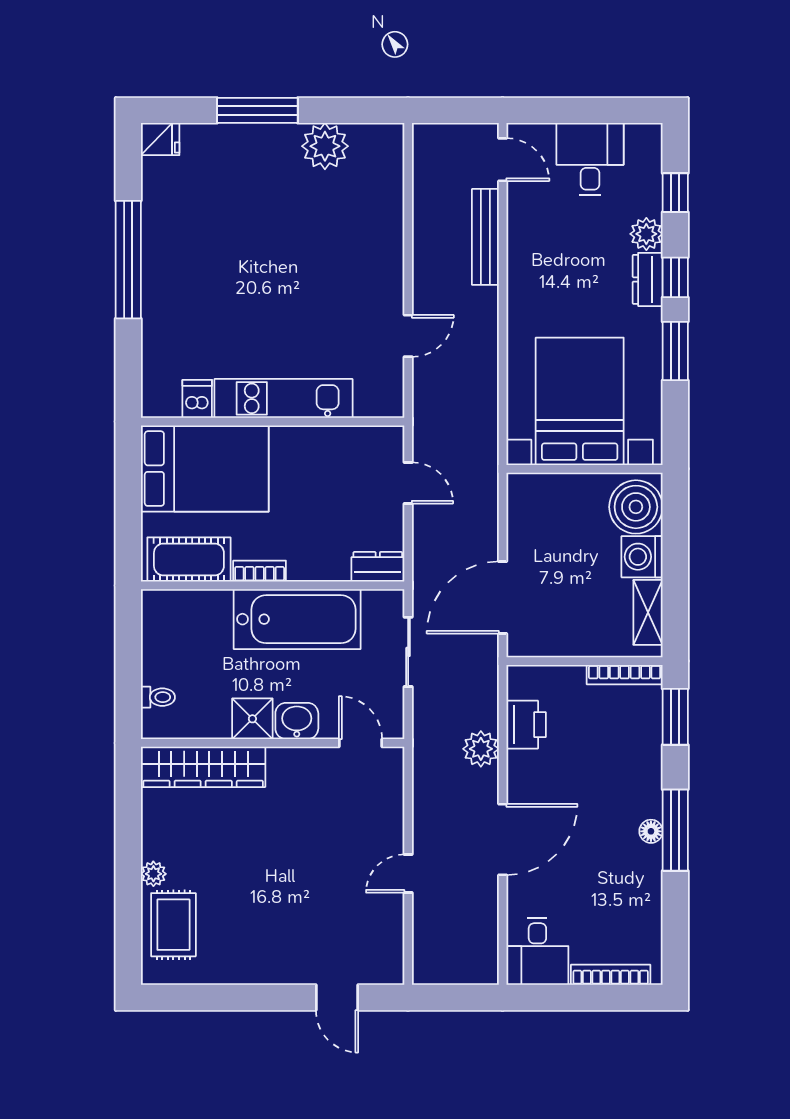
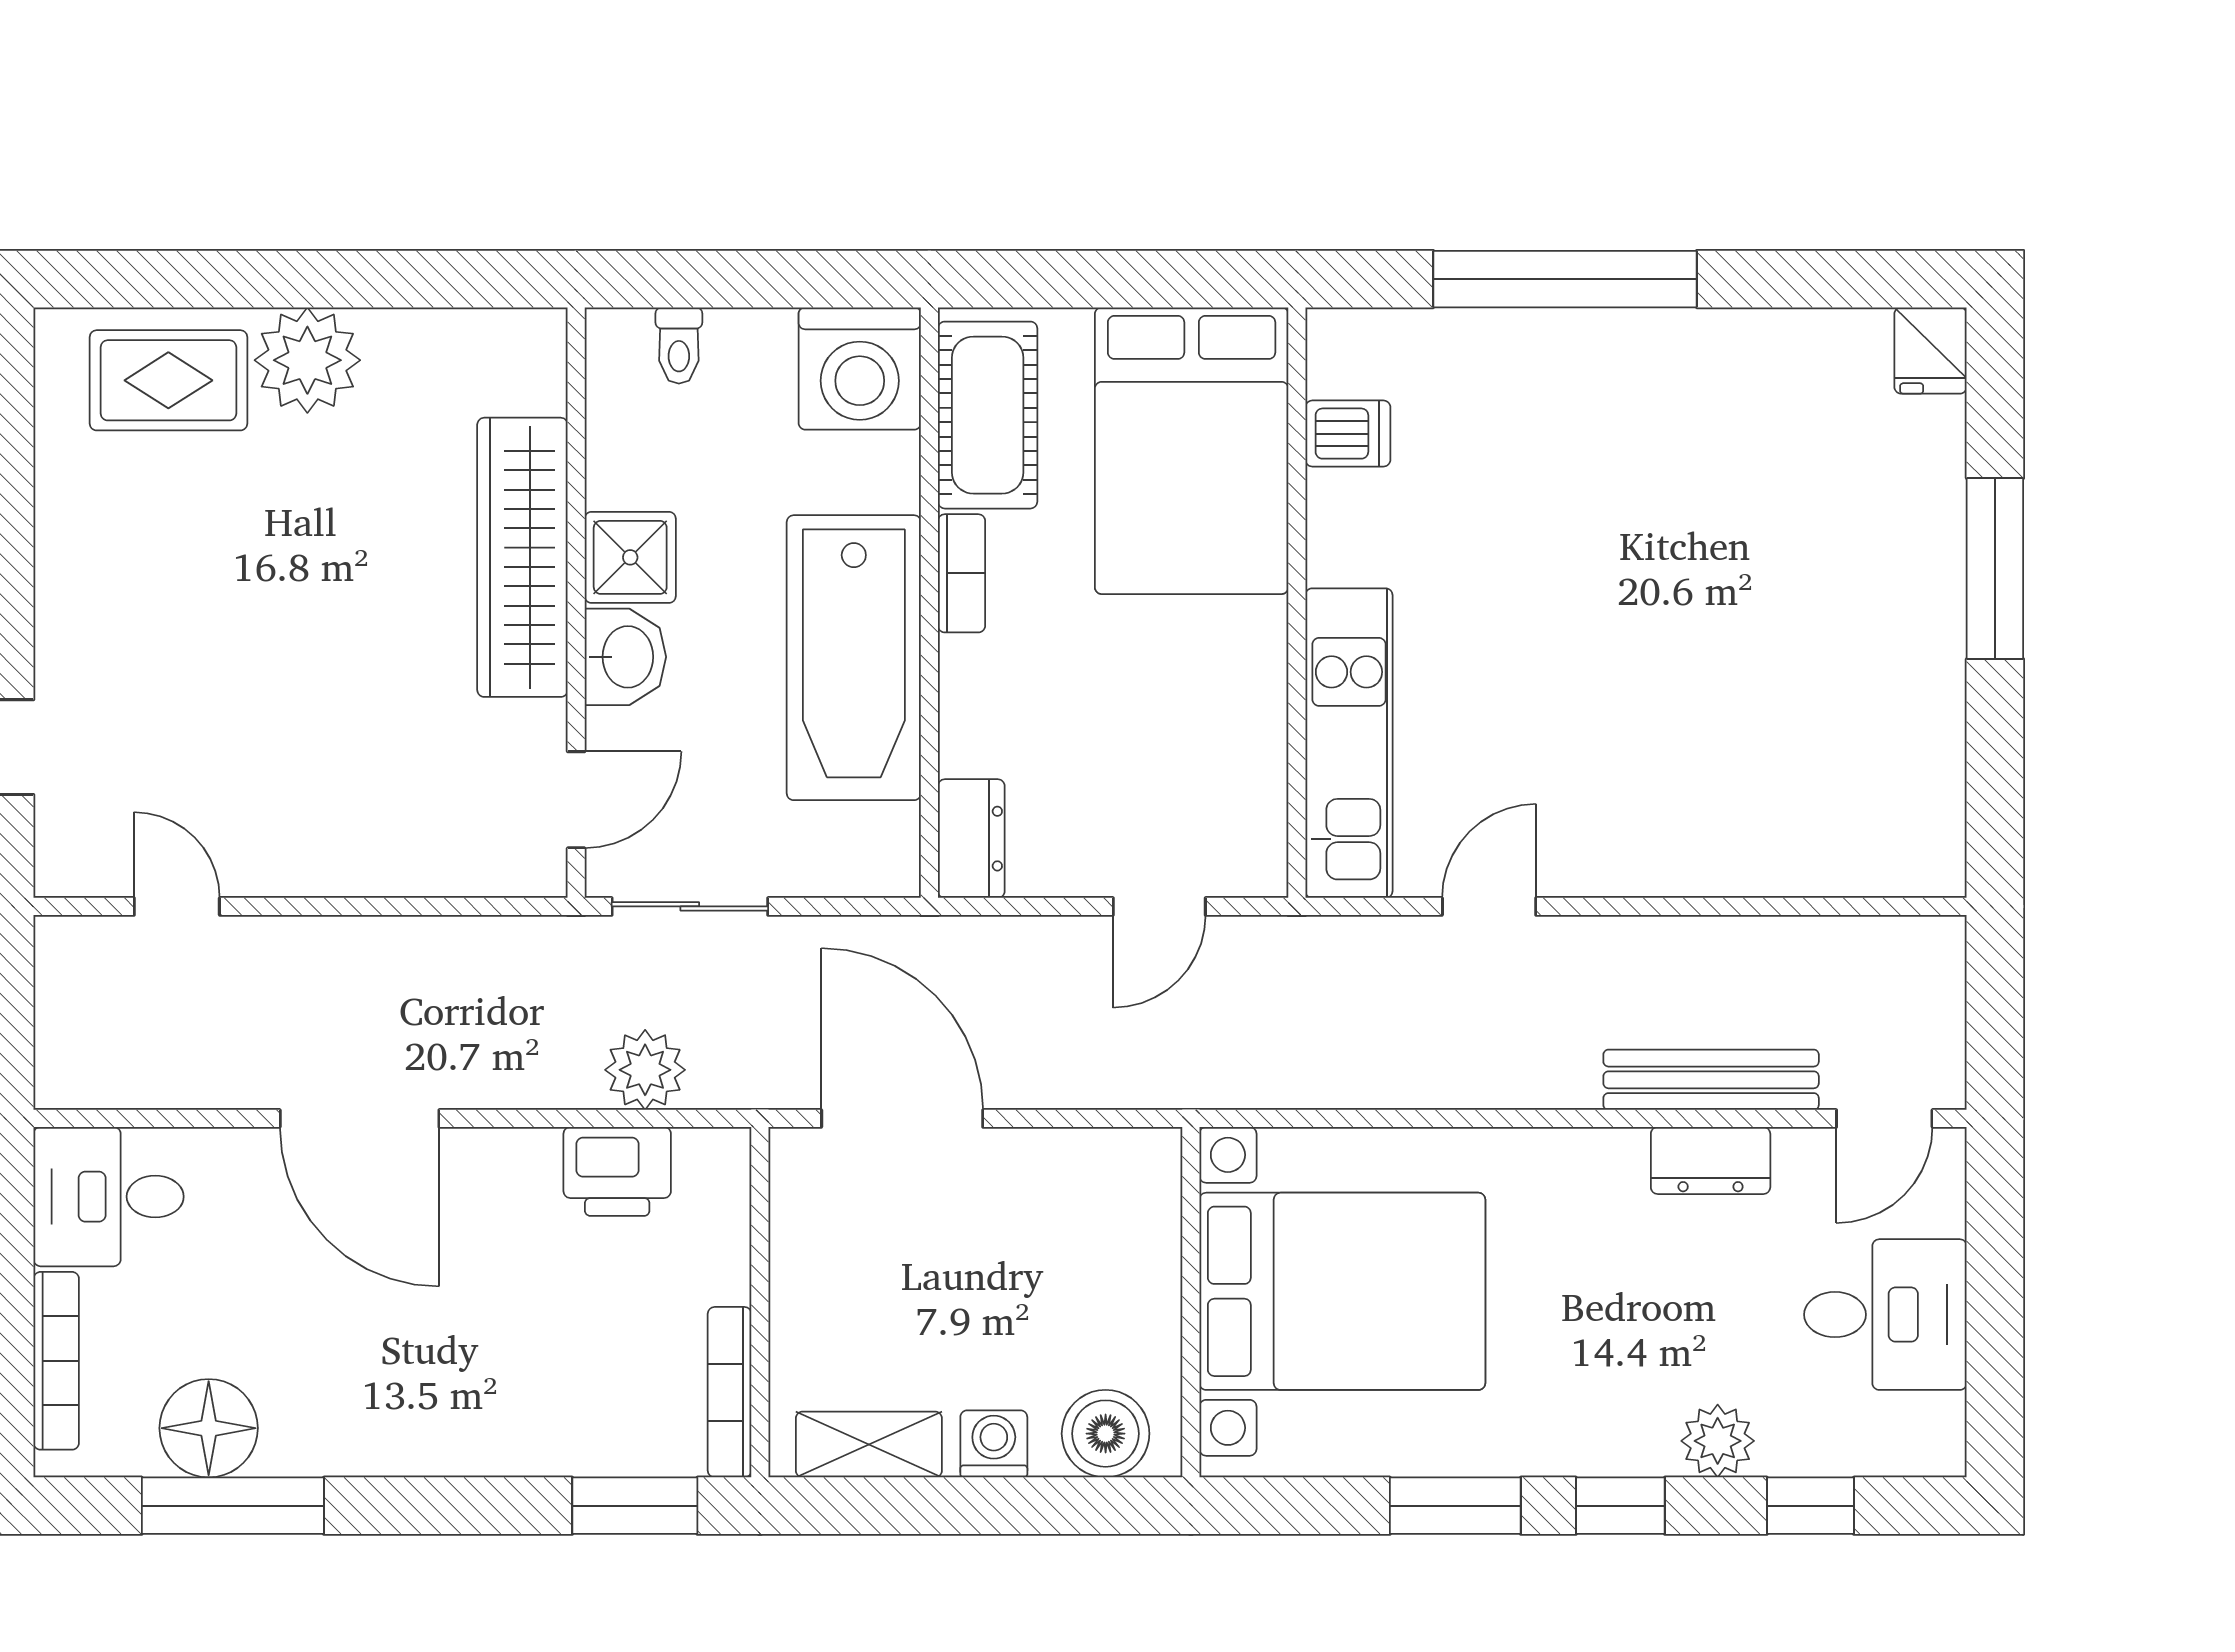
plant: (325, 146) -> (1915, 720), removed
window: (128, 260) -> (1565, 279), moved
dresser: (648, 279) -> (1711, 1160), moved, turned 180
door: (408, 336) -> (1489, 906), swing flipped
kitchen unit: (283, 398) -> (1349, 743), moved
boiler: (636, 507) -> (1106, 1434), width x0.73, depth x0.73
washing machine: (642, 557) -> (994, 1444), width x0.73, depth x0.73
washing machine: (168, 616) -> (860, 368), added
sliding door: (408, 652) -> (690, 906), moved
plant: (481, 749) -> (645, 1070), moved
wardrobe: (203, 767) -> (522, 557), moved
window: (675, 830) -> (233, 1506), moved
floor lamp: (651, 831) -> (209, 1428), moved, width x1.89, depth x1.89
plant: (153, 874) -> (307, 360), width x1.87, depth x1.87
door: (408, 874) -> (177, 906), moved

